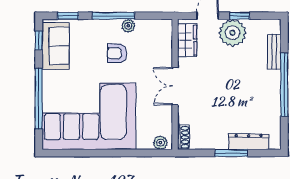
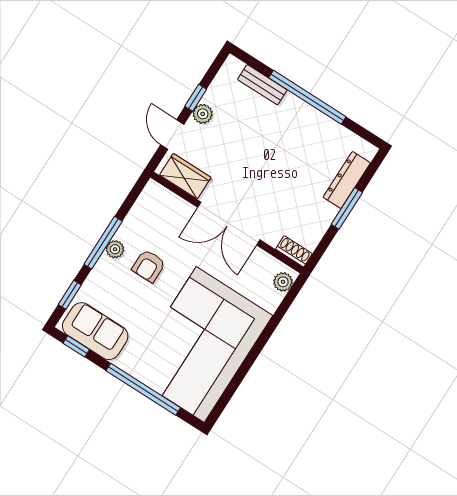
plant: (128, 26) -> (115, 249), moved
plant: (233, 33) -> (203, 114), width x0.53, depth x0.53
double door: (175, 86) -> (229, 224), width x1.37

